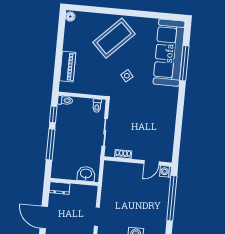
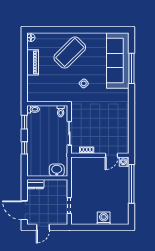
piano: (68, 67) -> (33, 62), moved
window: (51, 144) -> (24, 148), width x0.46

